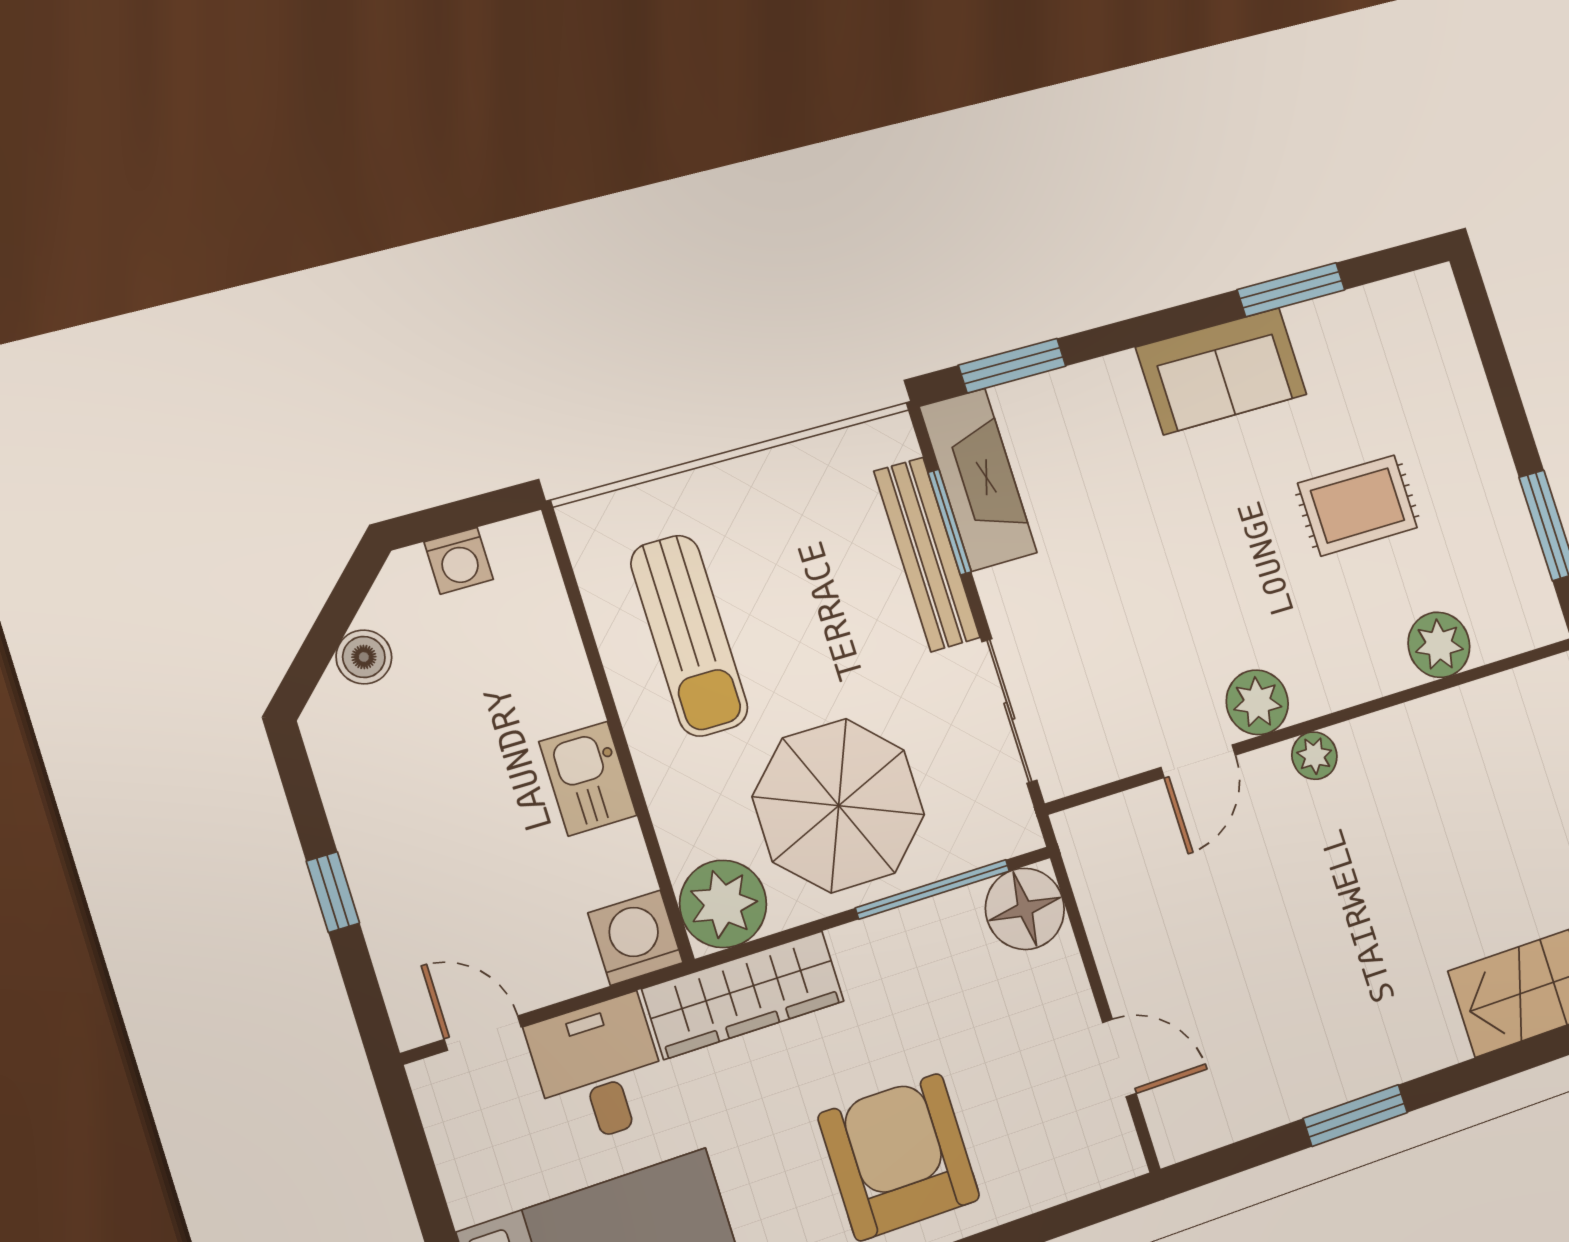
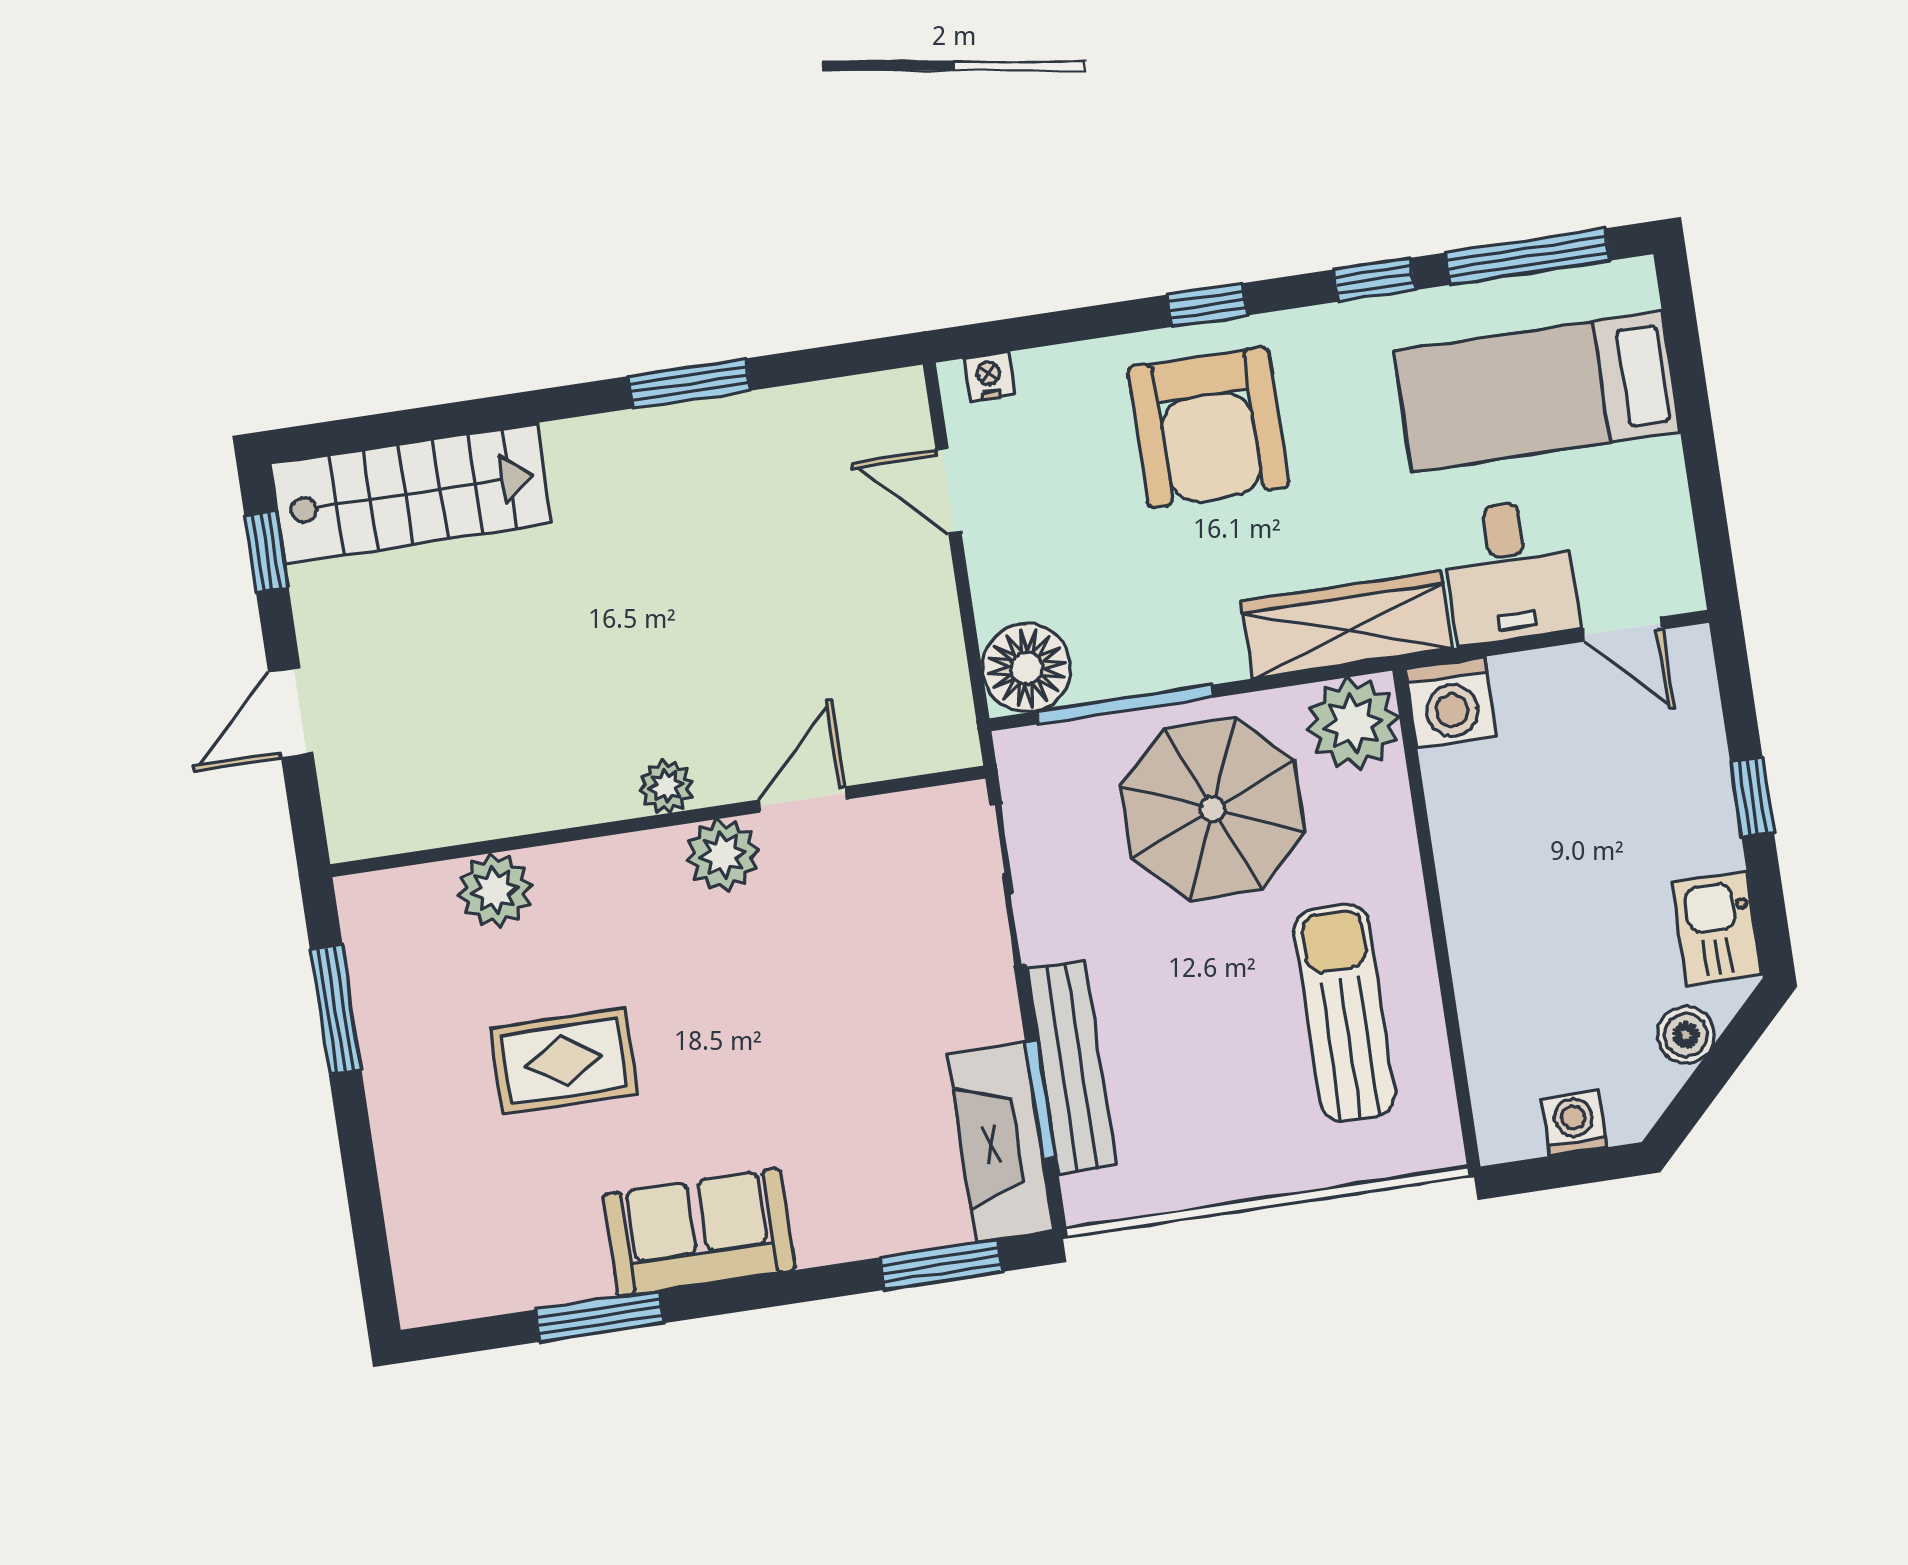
kitchen sink: (588, 779) -> (1717, 928), moved, turned 180
nightstand: (1101, 1168) -> (989, 377), added

